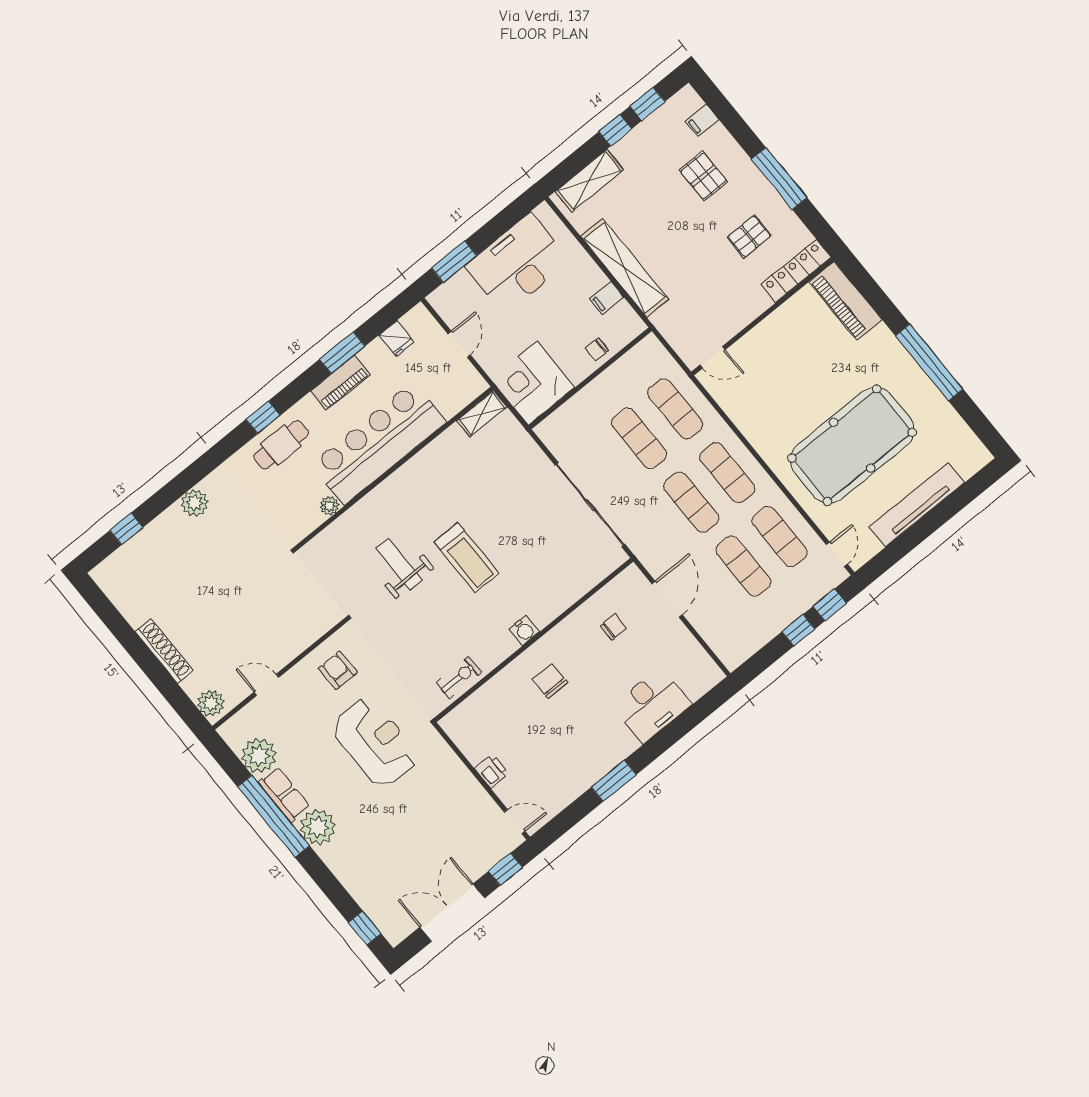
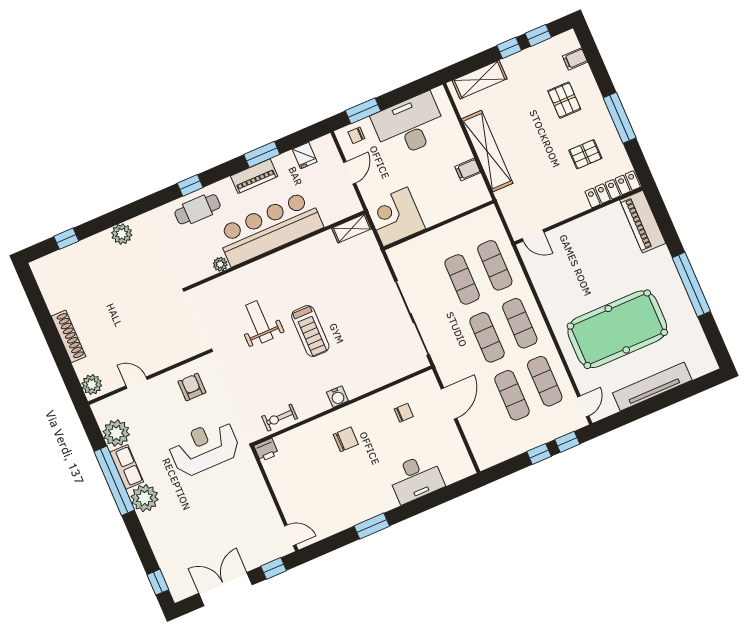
chair: (597, 349) -> (356, 135), moved
exercise bike: (459, 677) -> (280, 418), turned 180
chair: (550, 681) -> (346, 439), turned 90
reception desk: (375, 742) -> (204, 448), turned -90
printer: (492, 771) -> (266, 450), moved, turned 90

